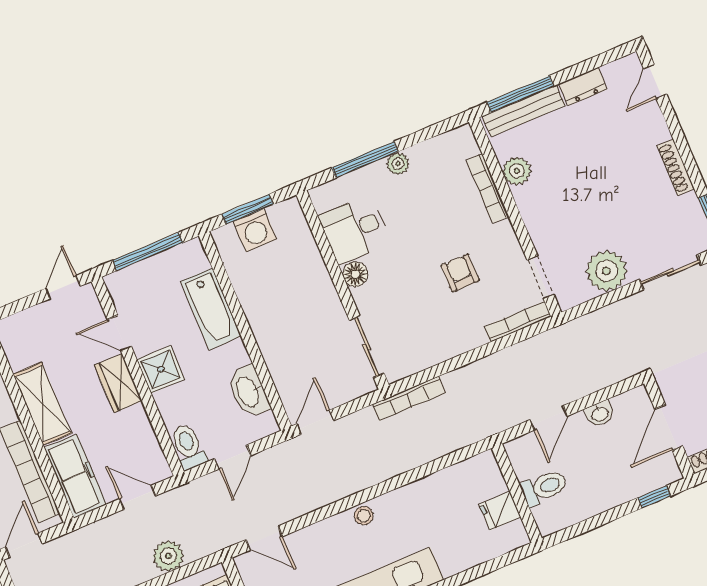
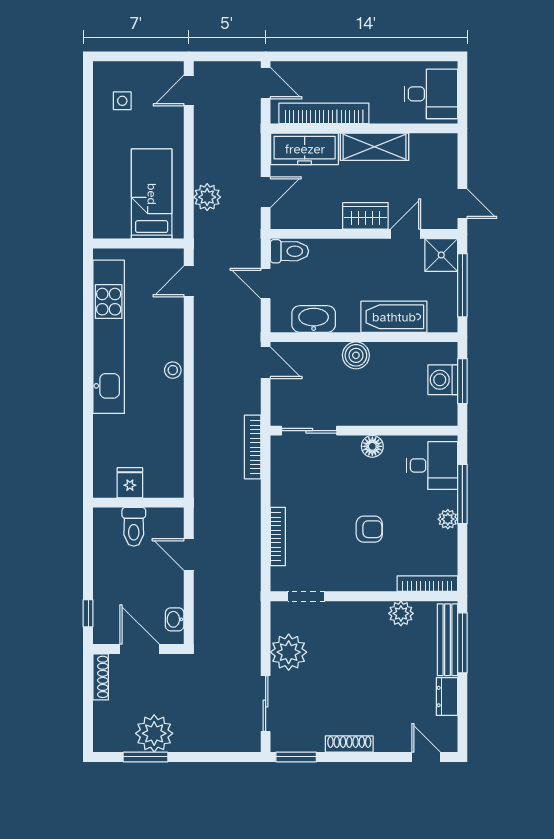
bookcase: (487, 188) -> (427, 584), moved
desk: (355, 230) -> (432, 465), moved, turned 90
armchair: (460, 273) -> (369, 529), moved
bookcase: (518, 322) -> (278, 537), moved
boiler: (268, 331) -> (356, 355), added
shower: (161, 369) -> (441, 255), moved
washbasin: (600, 414) -> (175, 619), moved

